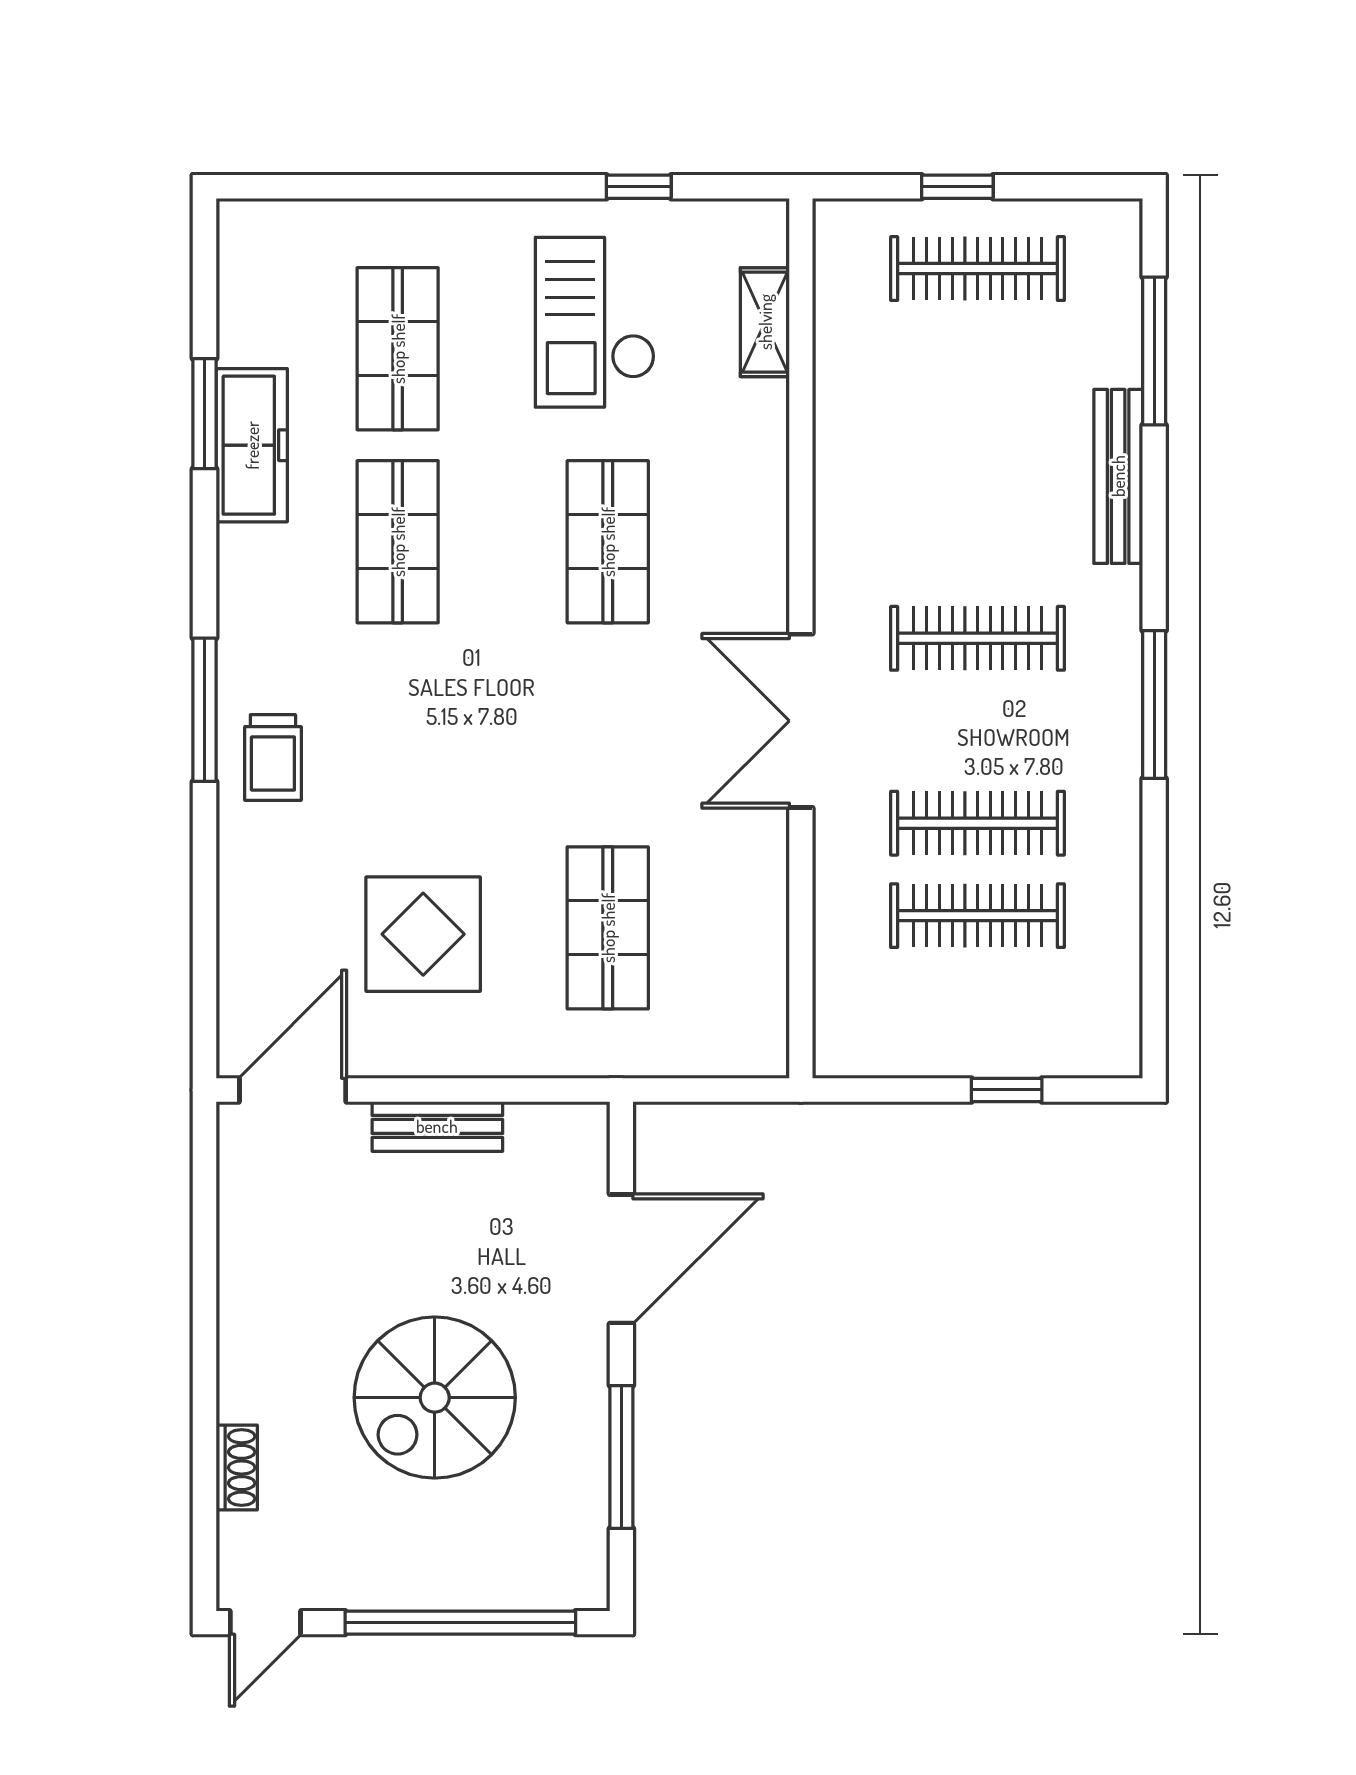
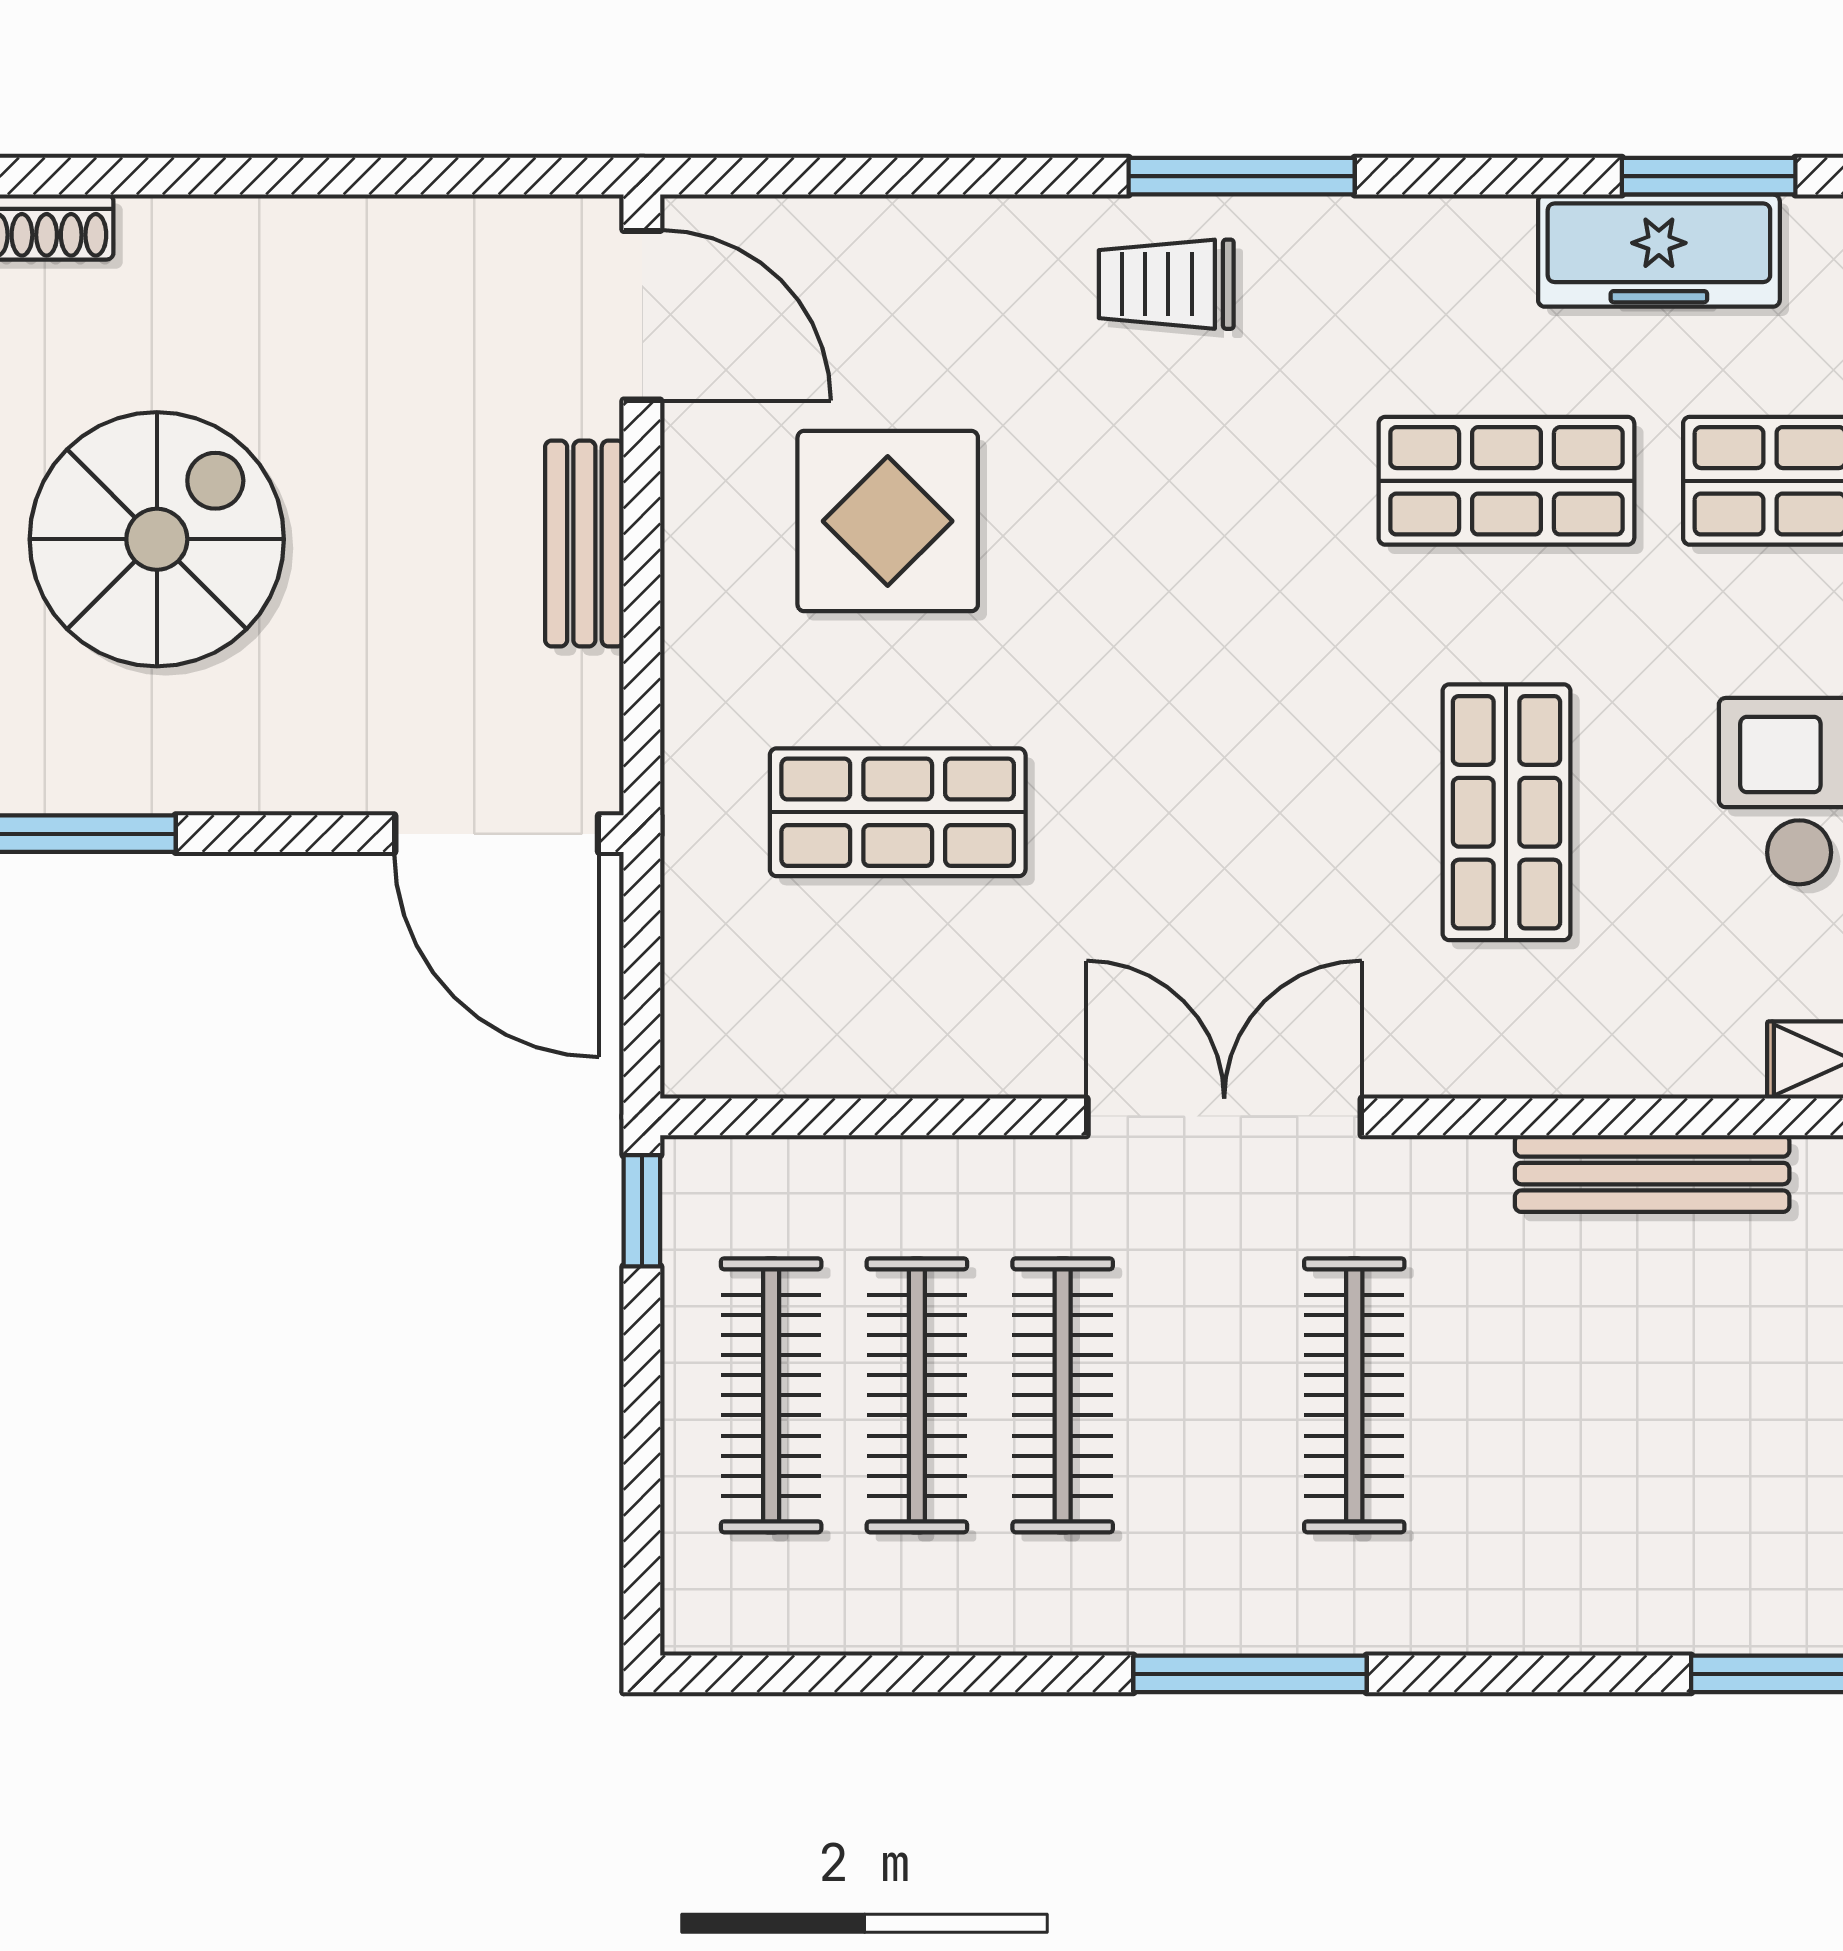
bench: (1118, 476) -> (1652, 1174), moved
shop shelf: (608, 542) -> (1506, 812), turned 90
clothes rail: (977, 1008) -> (771, 1395), added
window: (1007, 1090) -> (642, 1211), moved
door: (621, 1259) -> (497, 834), moved
spiral stairs: (435, 1398) -> (157, 539), turned 90

